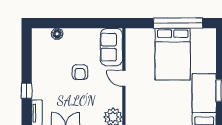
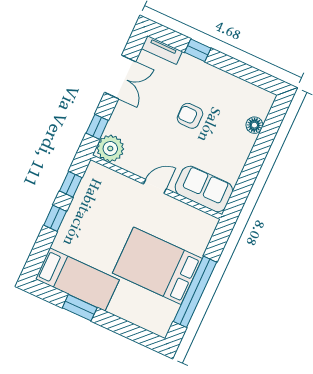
armchair: (80, 72) -> (190, 116), moved

